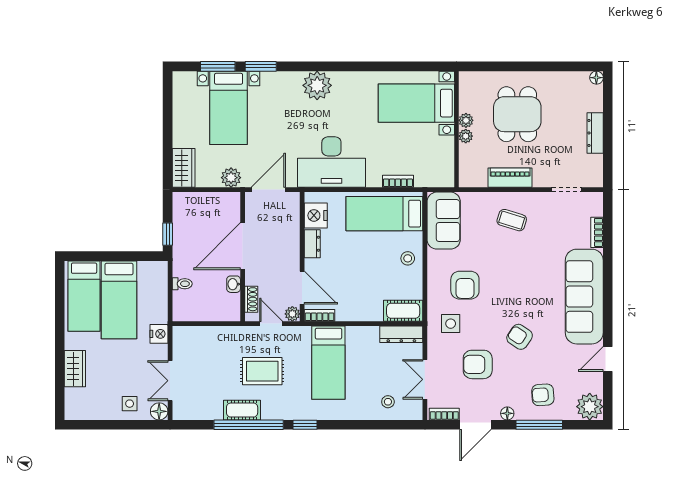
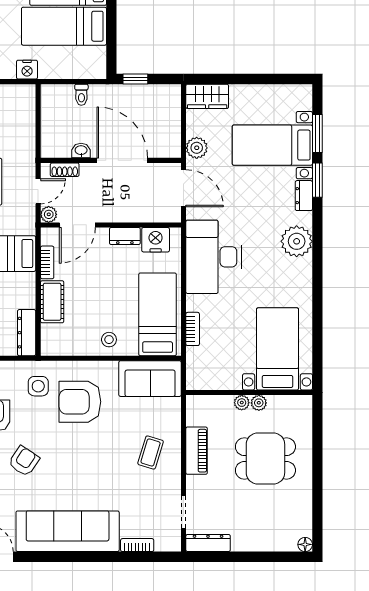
dresser: (275, 79) -> (304, 196), added
dresser: (595, 133) -> (208, 543), moved
armchair: (465, 285) -> (80, 402), width x1.36, depth x1.36
cot: (403, 311) -> (52, 302), moved
bookcase: (320, 315) -> (47, 262), moved

